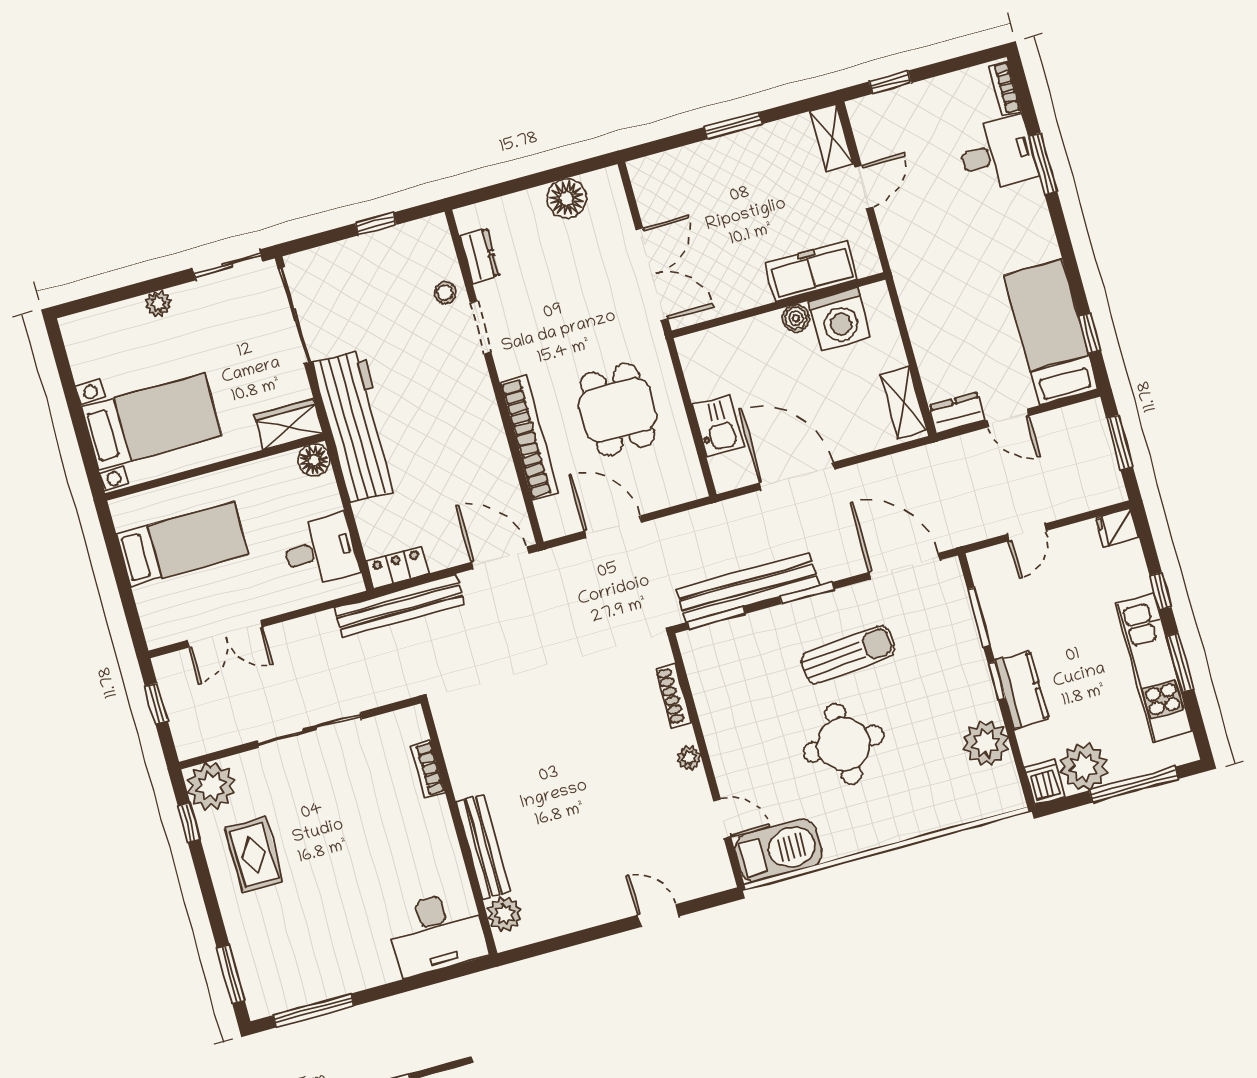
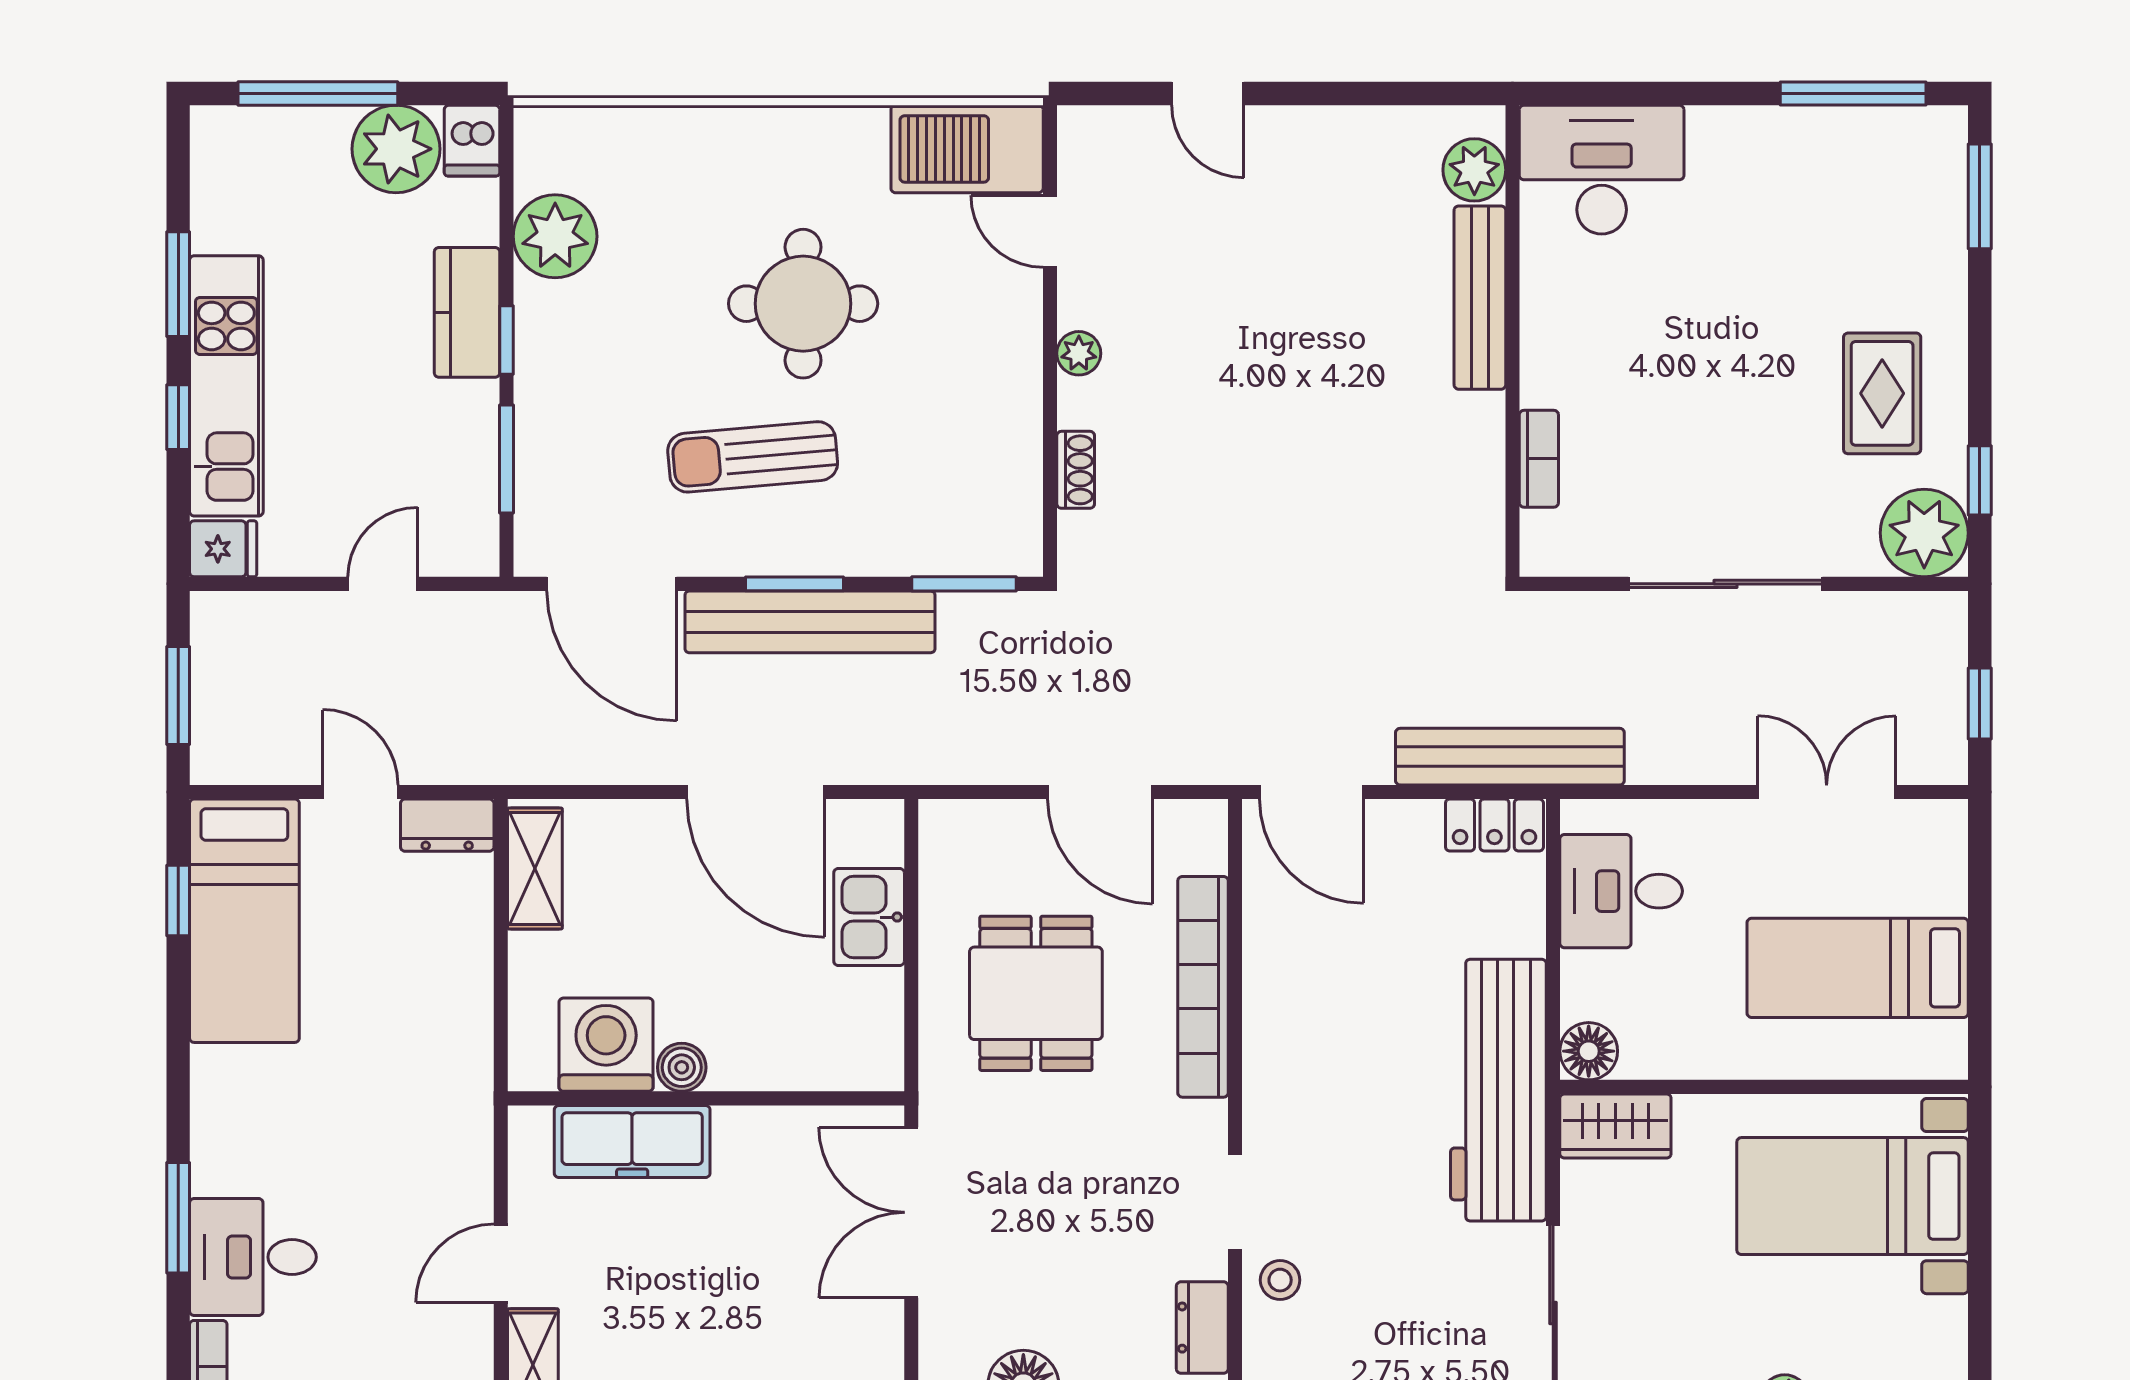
bench: (747, 587) -> (810, 622), moved
kitchen unit: (1154, 667) -> (226, 386), moved
shoe rack: (673, 695) -> (1076, 470), width x0.70

